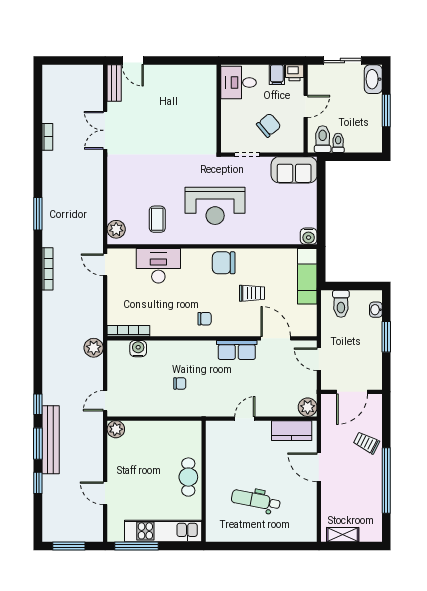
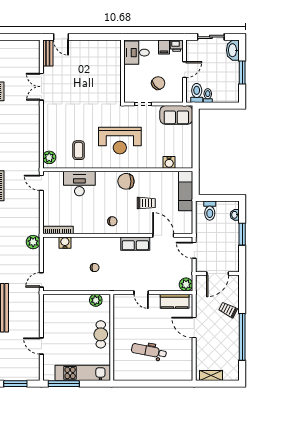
water cooler: (309, 236) -> (169, 162), moved
door: (245, 419) -> (141, 293), swing flipped
plant: (116, 429) -> (96, 300), moved

